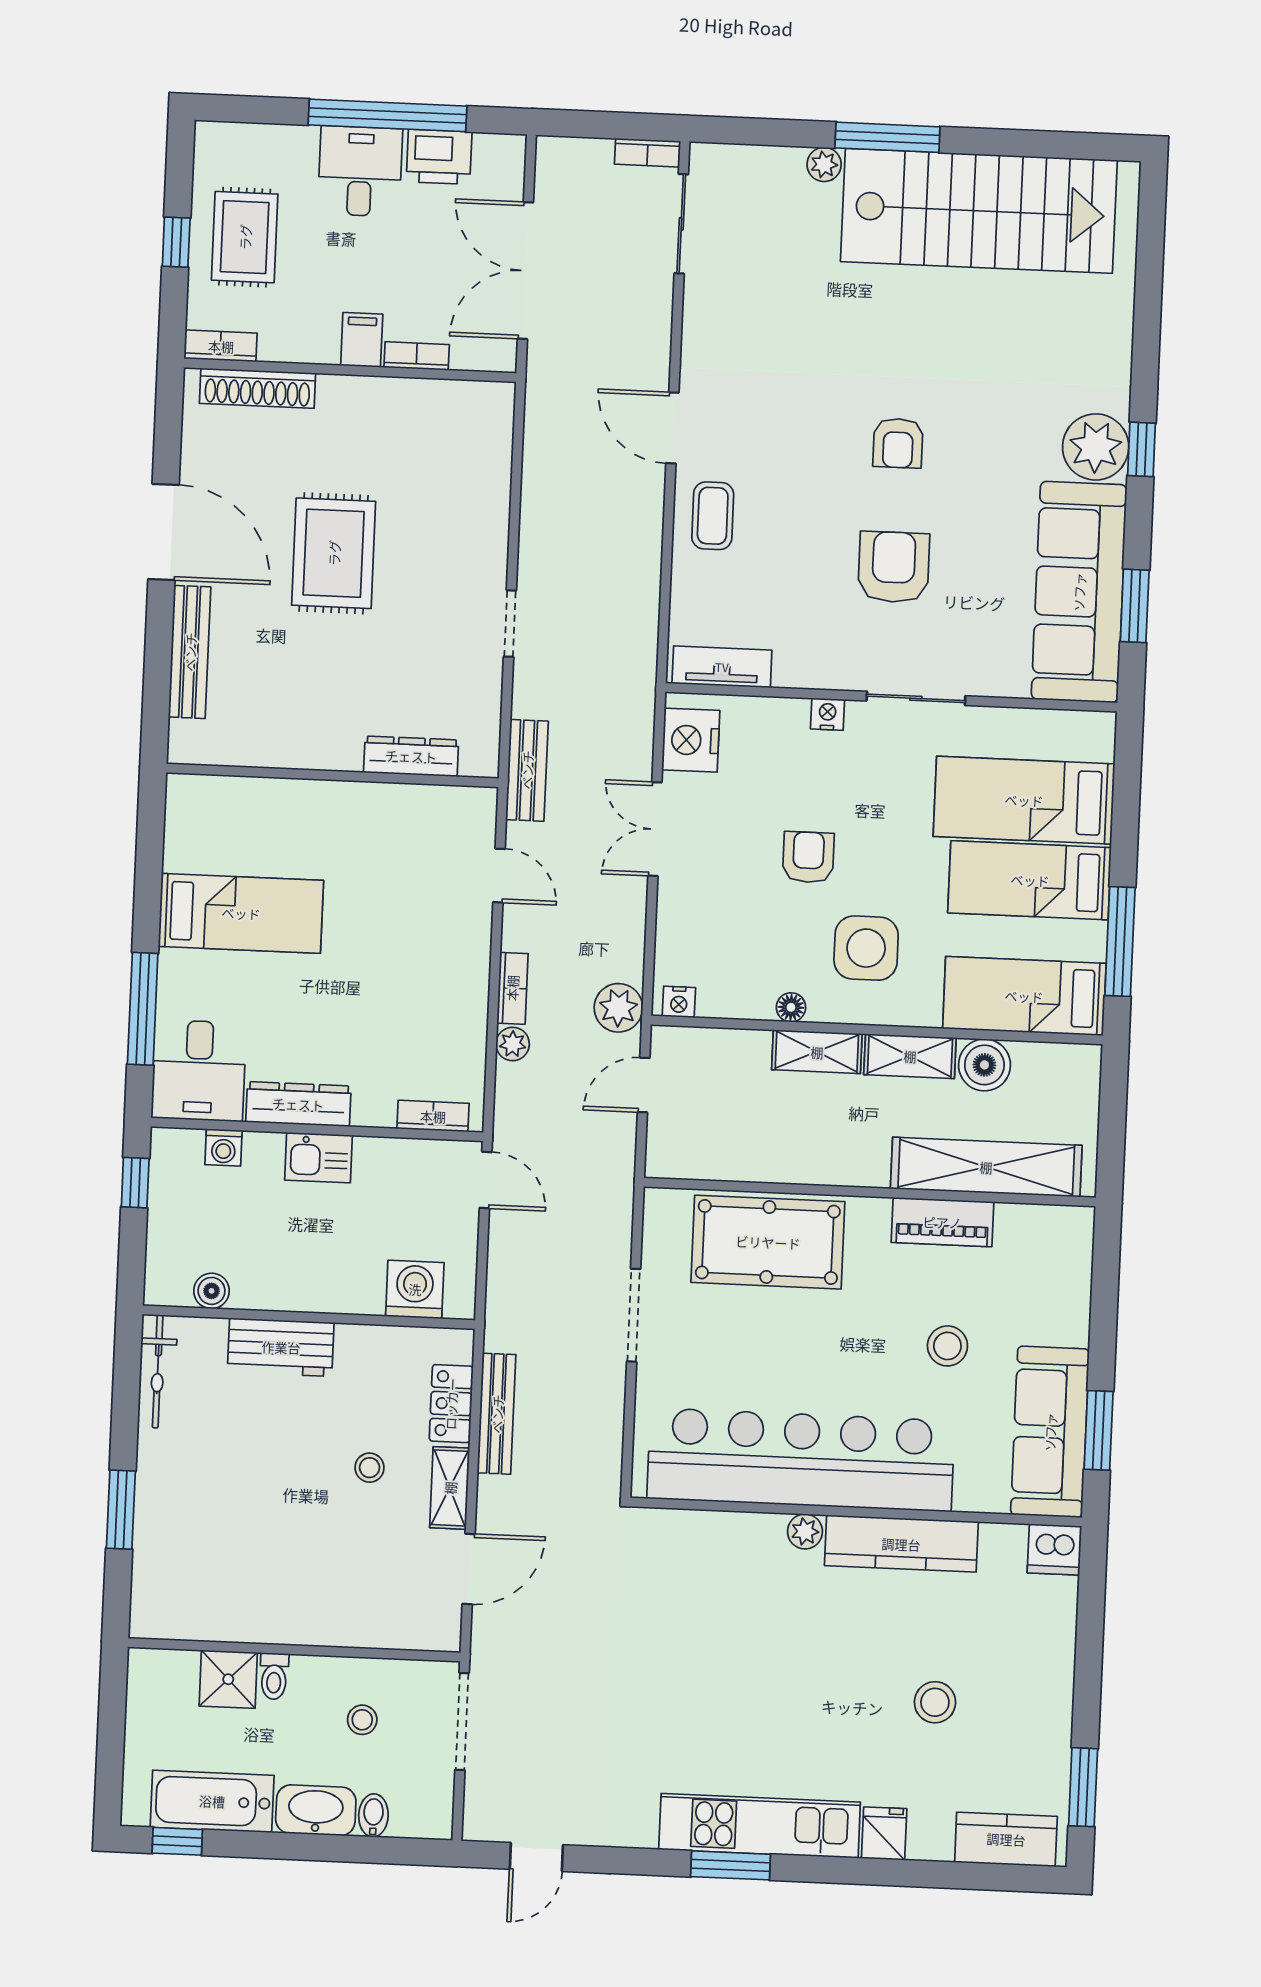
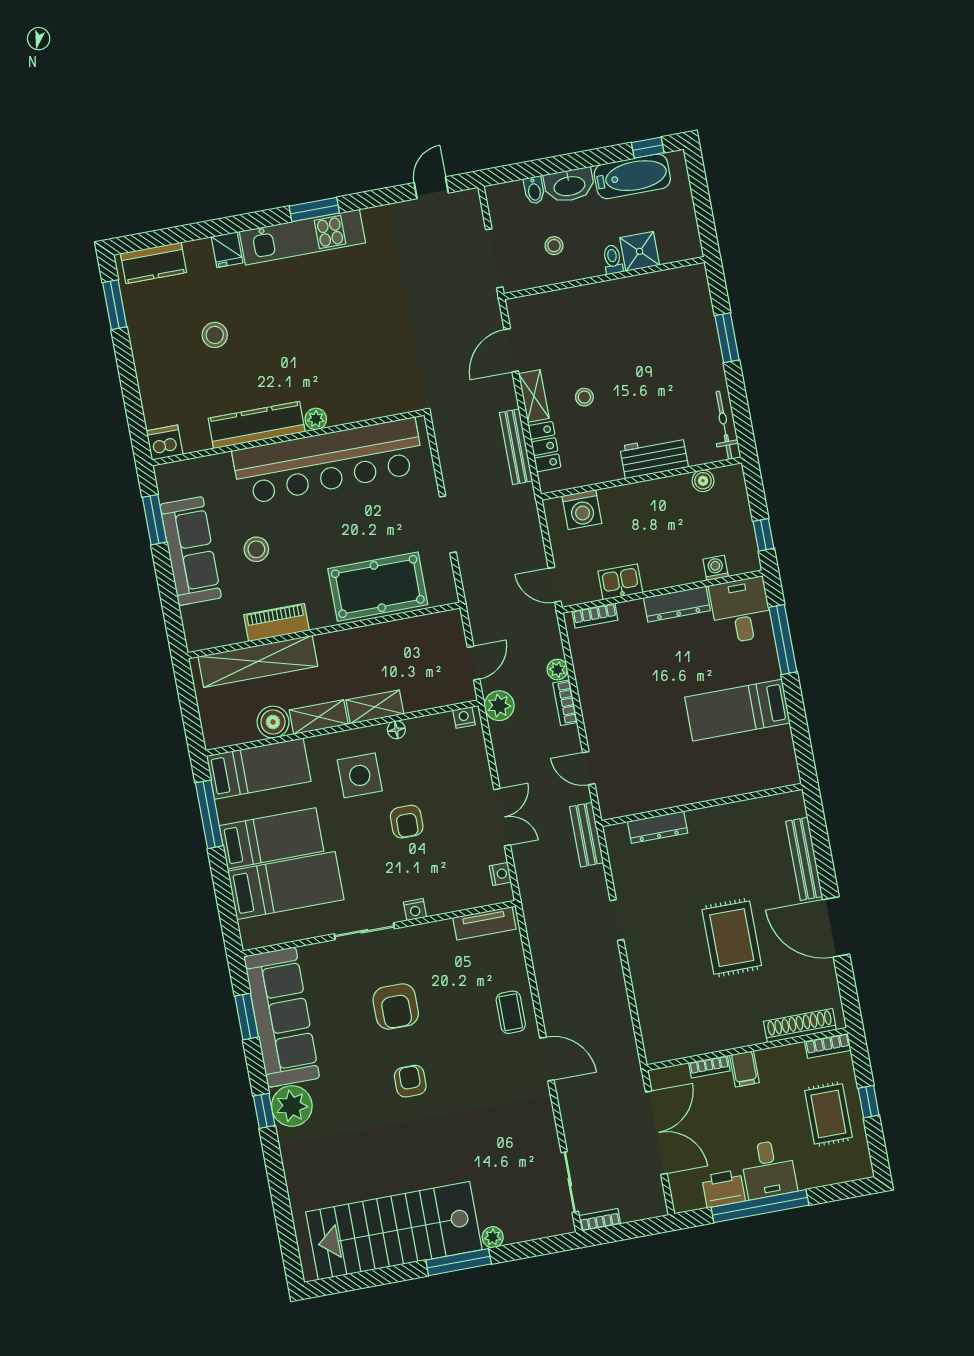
nightstand: (691, 740) -> (500, 874), width x0.53, depth x0.56
kitchen sink: (319, 1158) -> (620, 582), moved
sofa: (1050, 1432) -> (191, 551), moved

